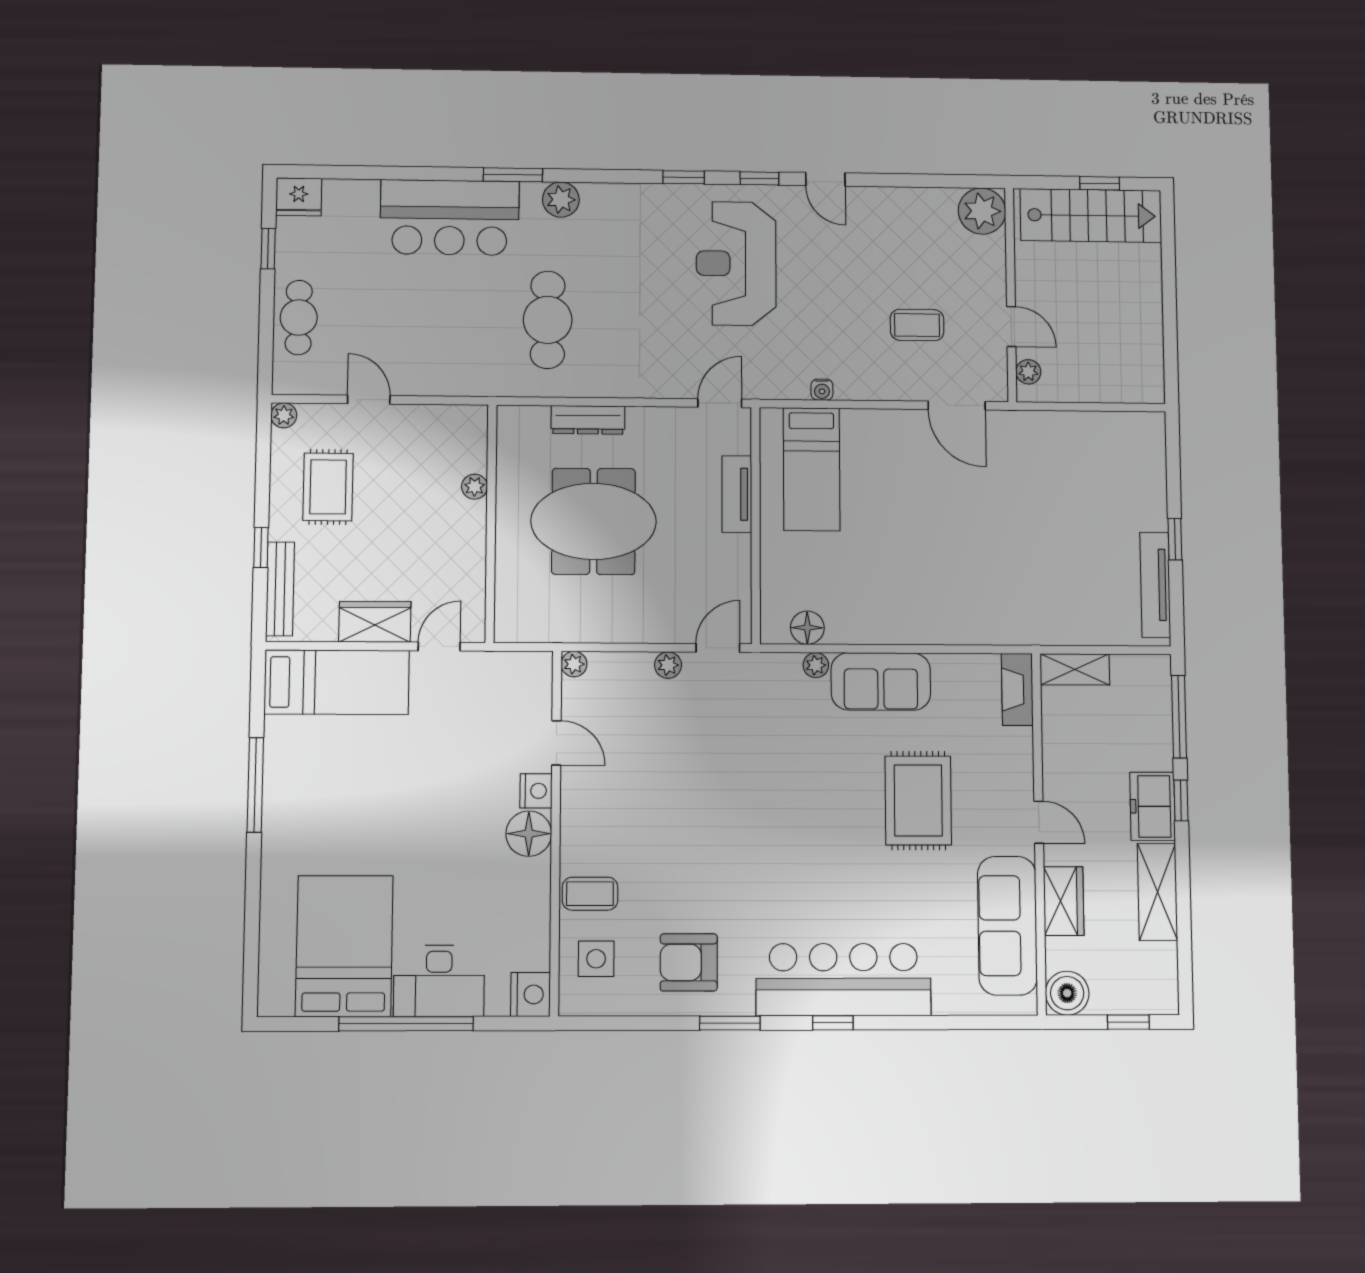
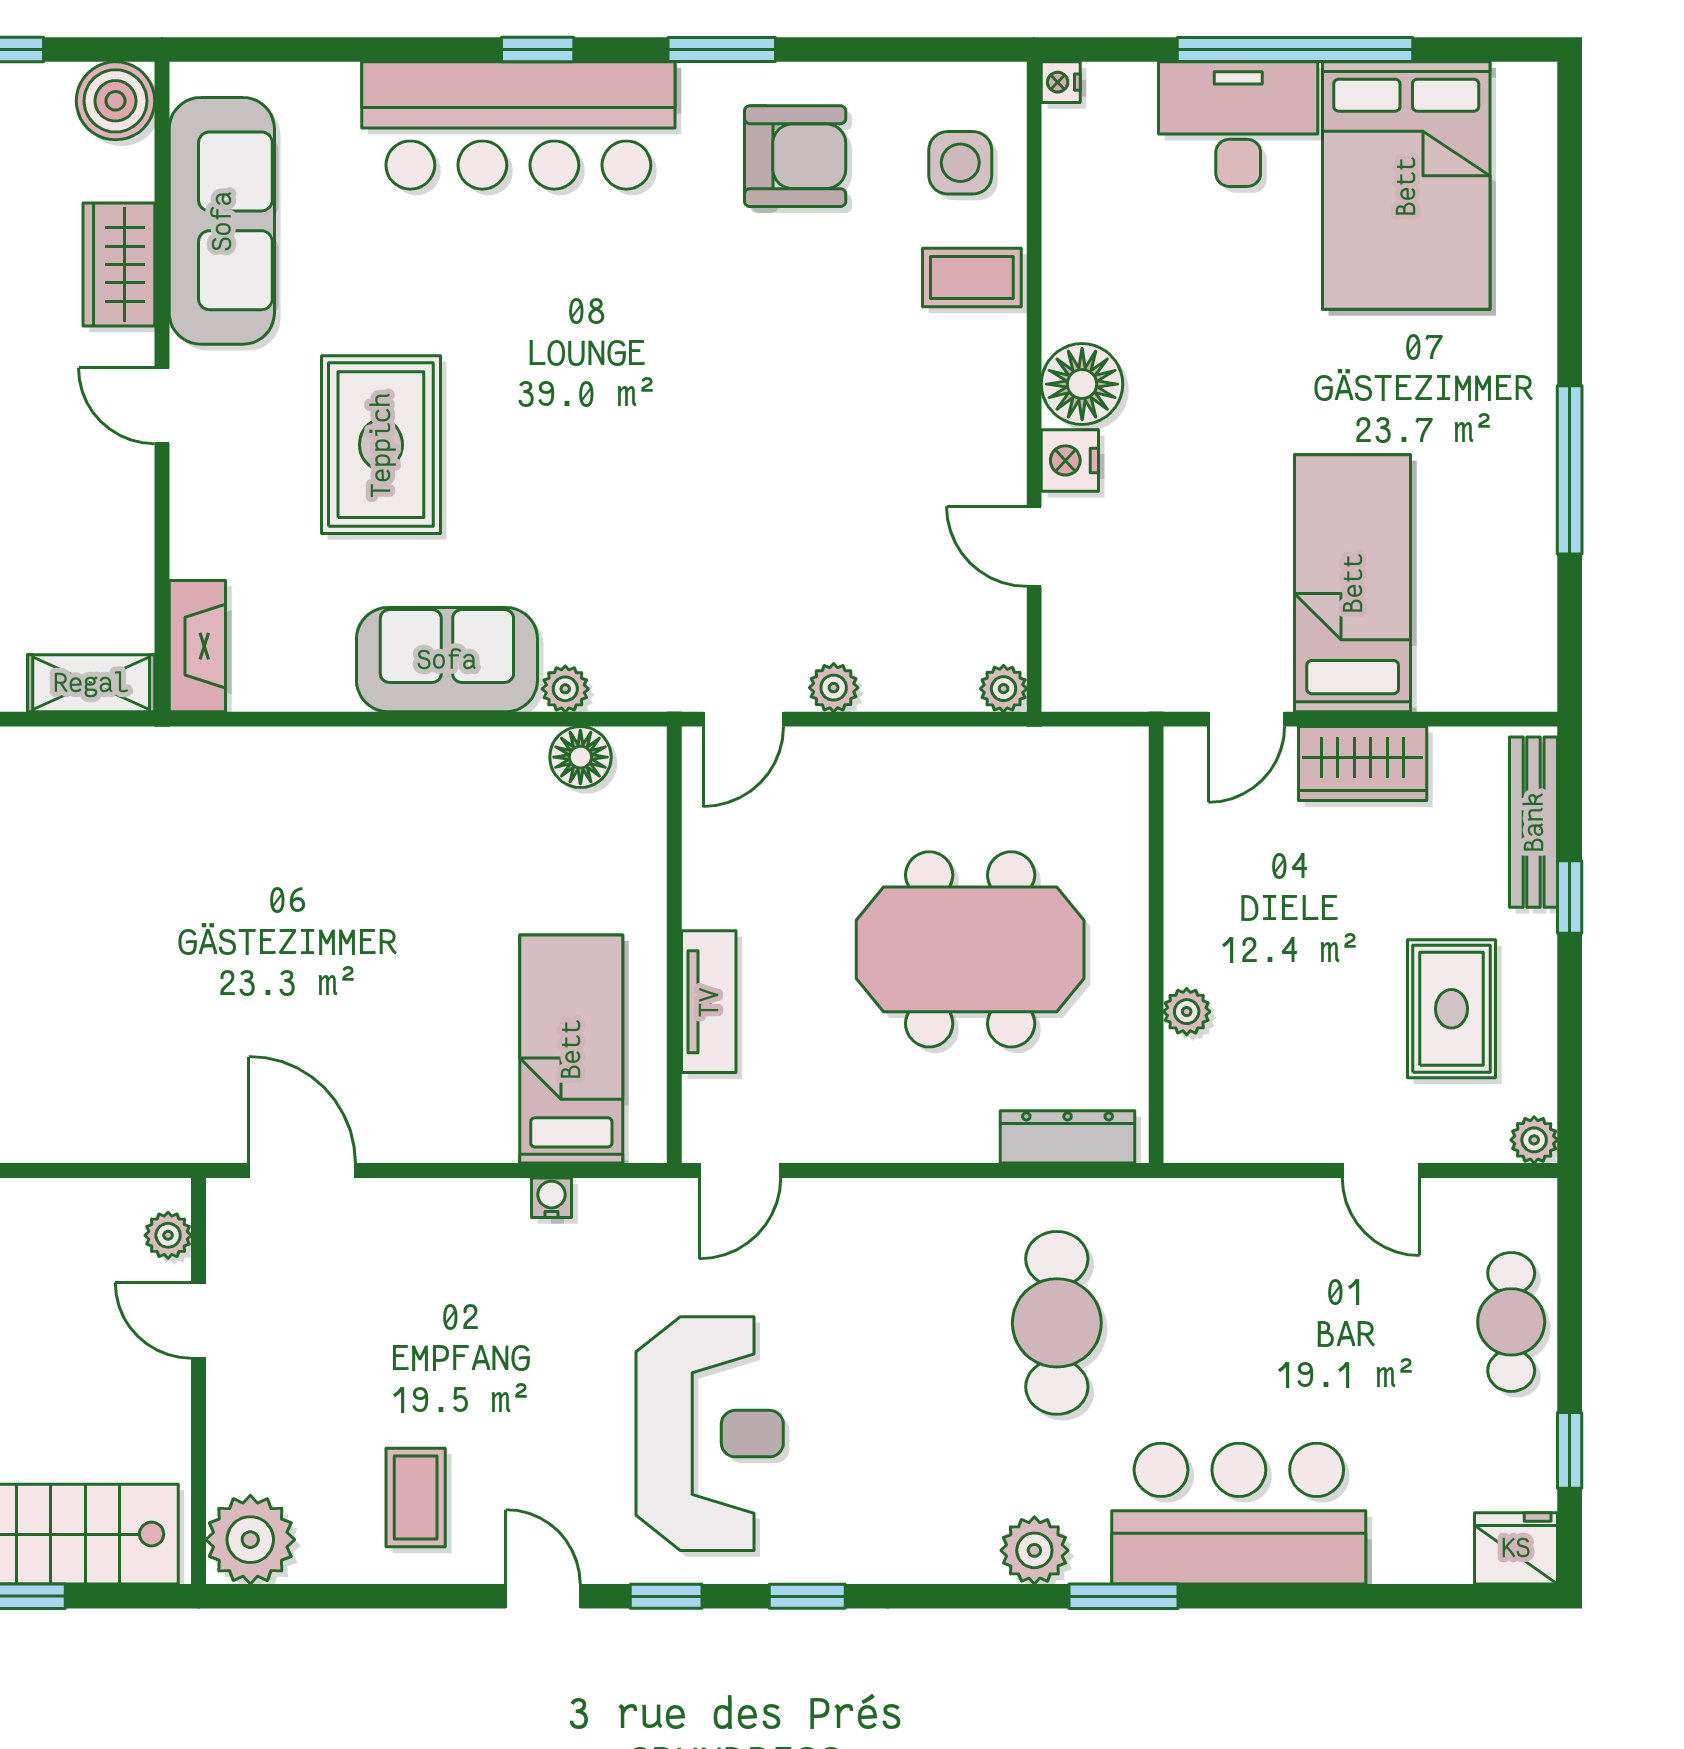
coffee table: (917, 325) -> (416, 1497), moved, turned 90
dresser: (588, 420) -> (1068, 1137), moved
bed: (337, 682) -> (1353, 583), moved, turned 90
nightstand: (531, 994) -> (1061, 82), width x0.53, depth x0.56

